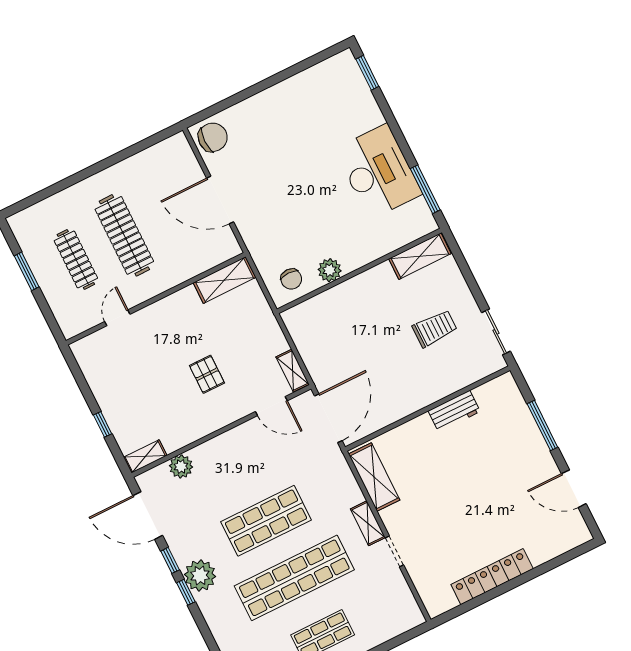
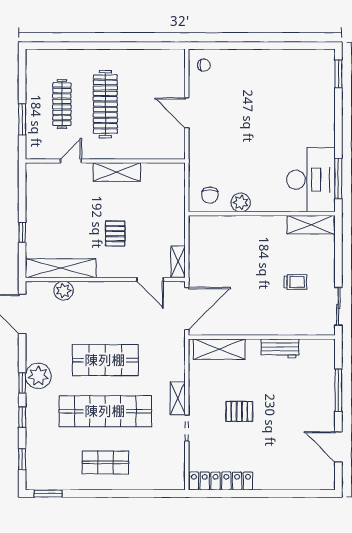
chair: (213, 137) -> (204, 65), width x0.54, depth x0.54
desk: (378, 172) -> (311, 180), moved
door: (220, 200) -> (187, 113), width x0.73
window: (27, 271) -> (22, 119), moved
shelving: (224, 280) -> (117, 172), moved
trolley: (435, 329) -> (295, 282), width x0.73, depth x0.72
shelving: (145, 456) -> (61, 268), width x2.20, depth x1.33
shelving: (374, 477) -> (219, 349), moved, turned 90
pallet: (444, 504) -> (239, 411), added
window: (170, 560) -> (22, 417), moved
locker: (492, 577) -> (221, 481), moved

